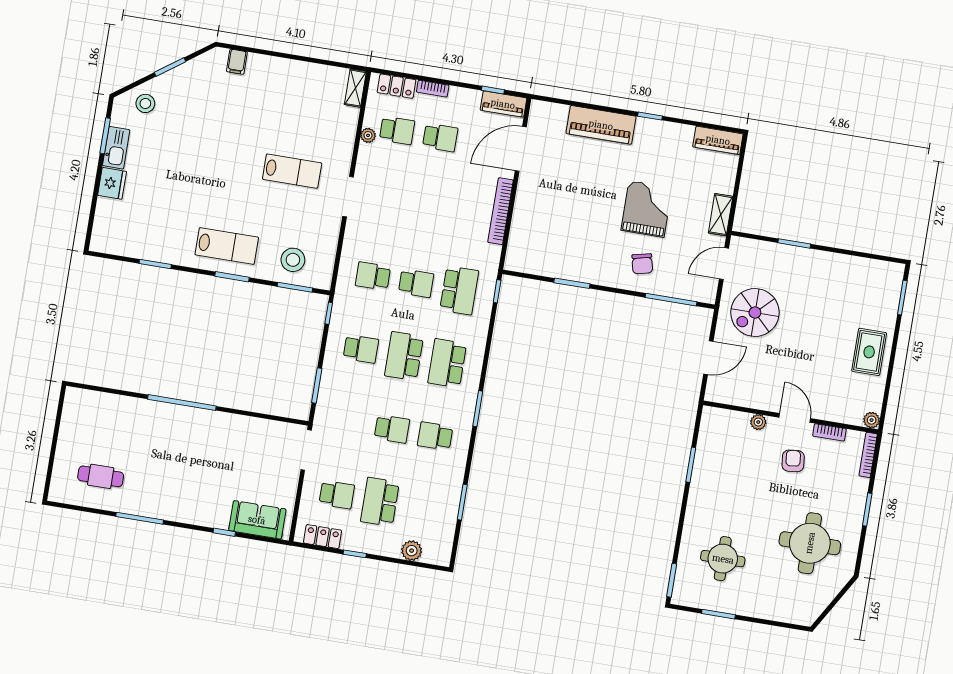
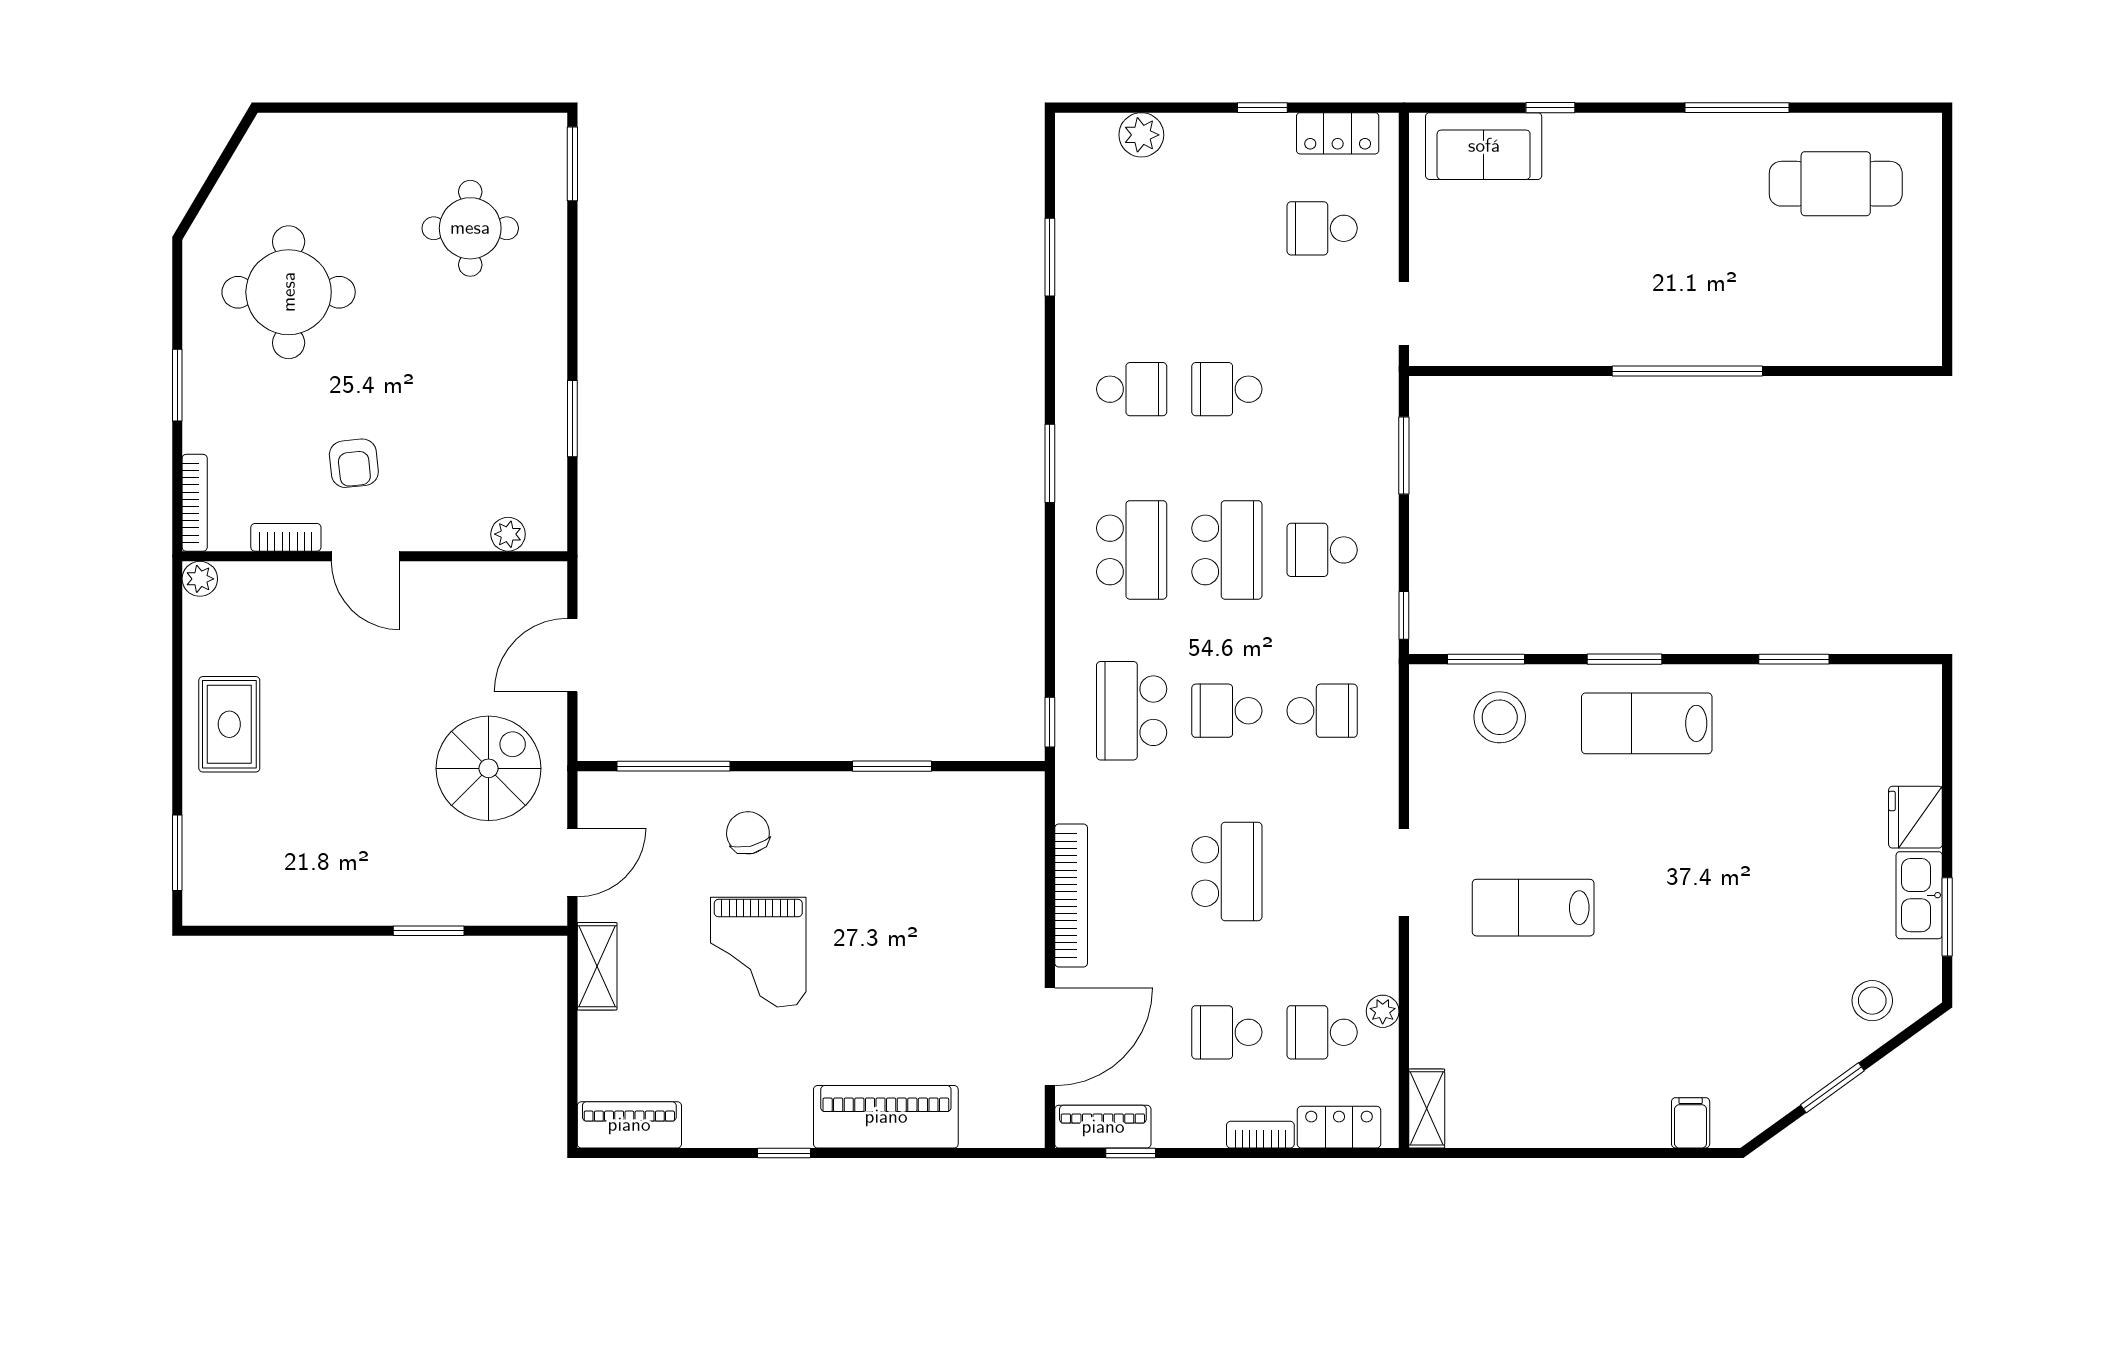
plant: (758, 422) -> (508, 534), moved
doorway: (306, 450) -> (1404, 313), width x0.73
cafe table: (101, 476) -> (1836, 184), width x1.37, depth x1.35
school desk: (380, 502) -> (1227, 872), moved
window: (718, 614) -> (460, 108), removed

